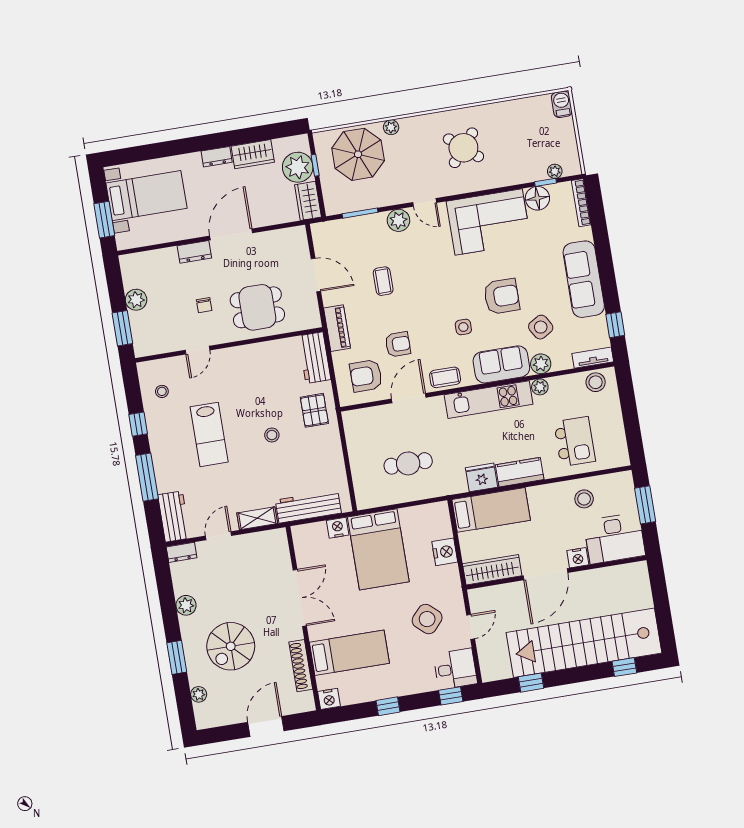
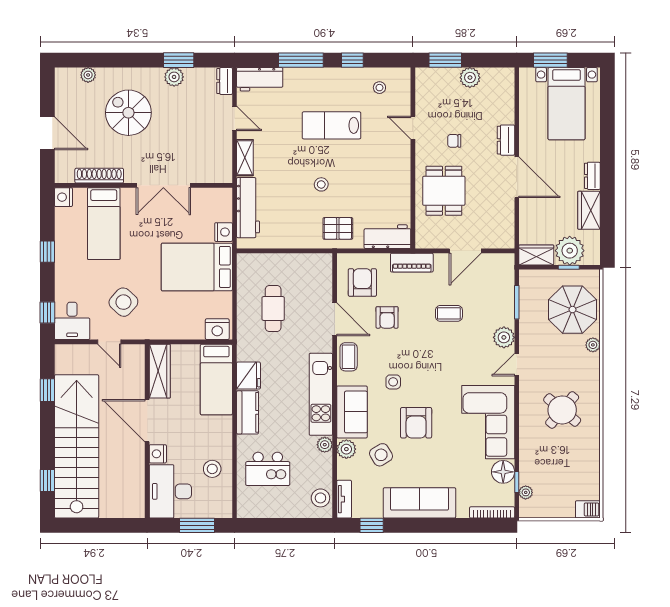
nightstand: (445, 552) -> (217, 329), moved
window: (177, 657) -> (179, 60), moved

